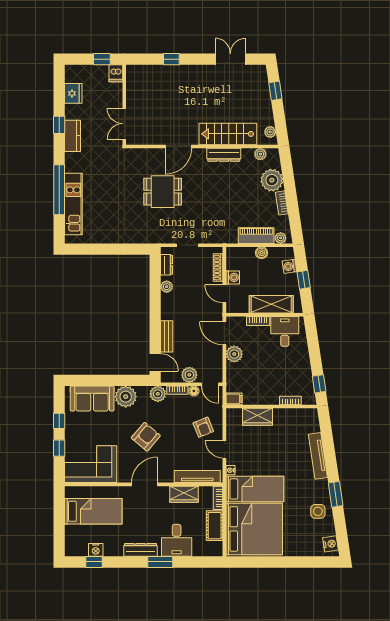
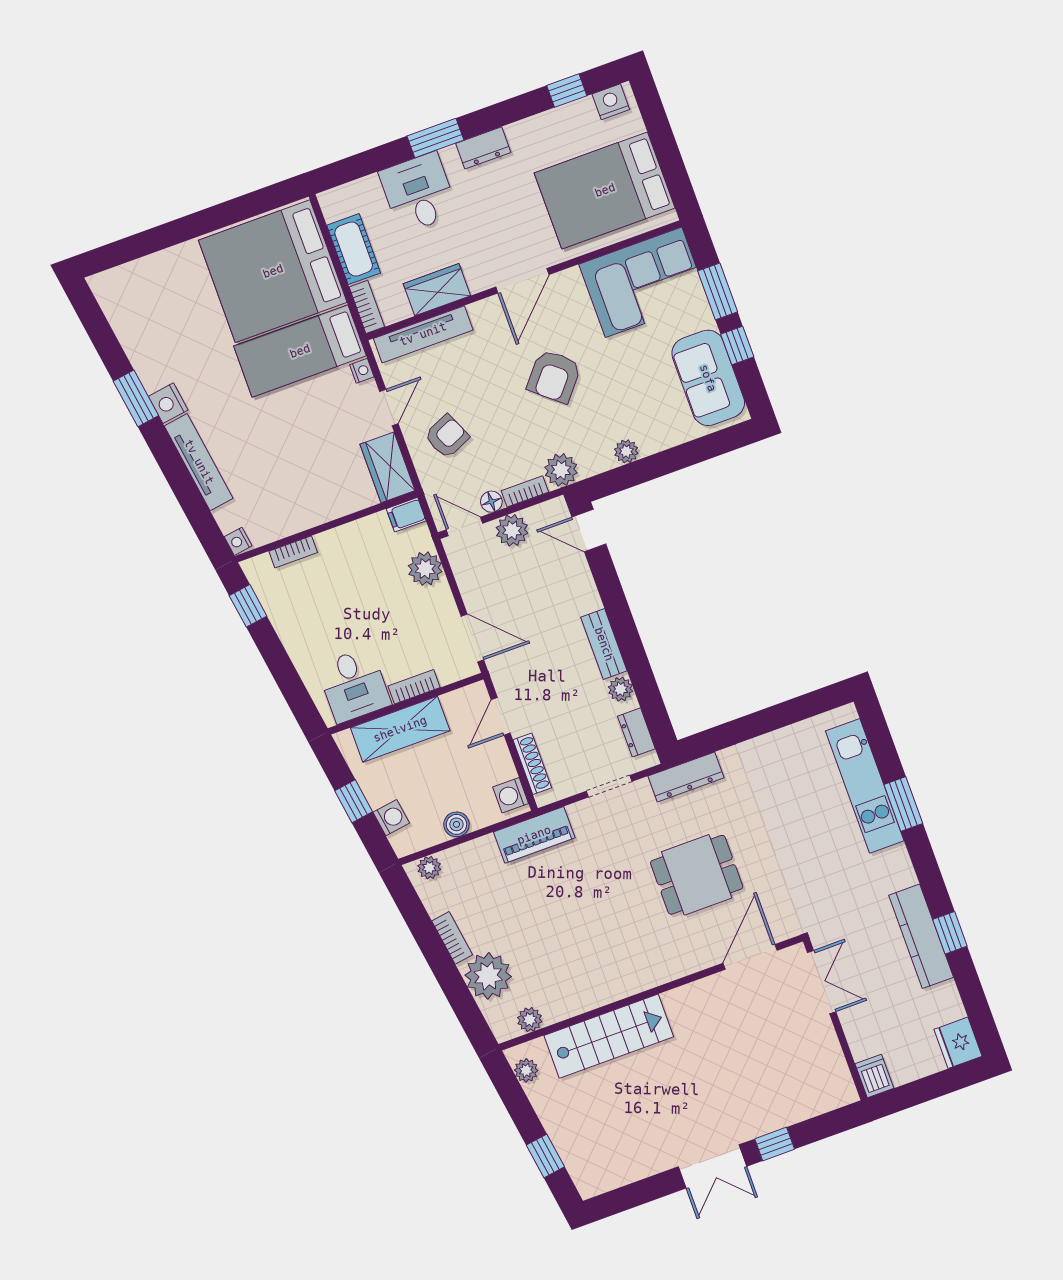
window: (102, 59) -> (913, 1094), removed
double door: (230, 59) -> (712, 1166), moved
fridge: (73, 93) -> (958, 1043), moved
kitchen counter: (73, 136) -> (921, 936), width x1.50
door: (178, 146) -> (750, 957), moved
dresser: (224, 155) -> (686, 777), moved, turned 180
window: (59, 190) -> (903, 804), width x0.47
piano: (256, 236) -> (534, 835), moved
washing machine: (233, 277) -> (511, 795), moved
door: (224, 294) -> (501, 716), swing flipped
bench: (167, 336) -> (604, 644), moved
plant: (234, 354) -> (425, 569), moved
plant: (126, 397) -> (626, 451), width x0.53, depth x0.53
sofa: (92, 399) -> (708, 378), moved, turned -90
nightstand: (313, 414) -> (238, 541), added
wardrobe: (258, 417) -> (388, 467), moved, turned -90
armchair: (203, 427) -> (447, 436), turned 88
window: (59, 448) -> (718, 291), width x1.50
door: (224, 449) -> (389, 408), hinge flipped
bed: (93, 511) -> (605, 190), width x1.50
side table: (318, 511) -> (159, 352), removed
nightstand: (331, 544) -> (168, 403), moved
nightstand: (96, 550) -> (611, 102), moved
dresser: (140, 550) -> (483, 148), width x0.70

